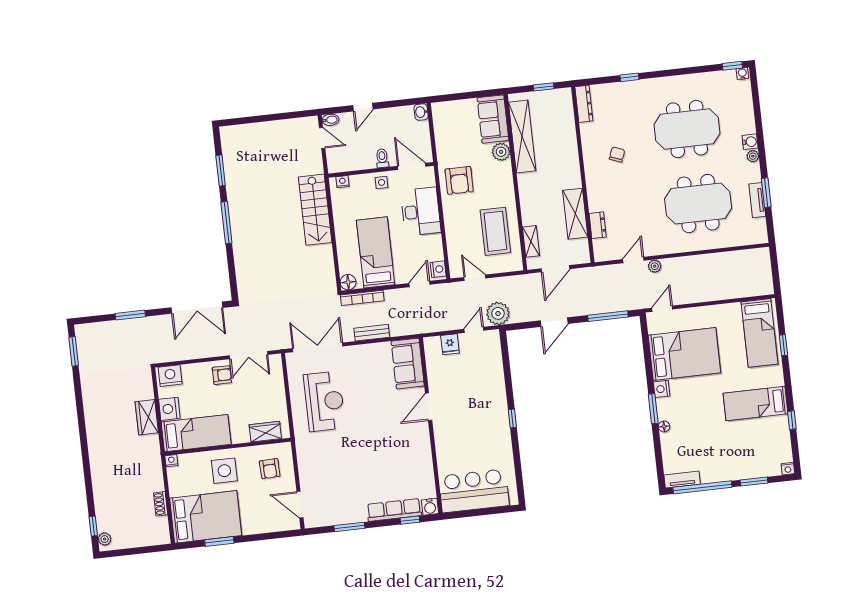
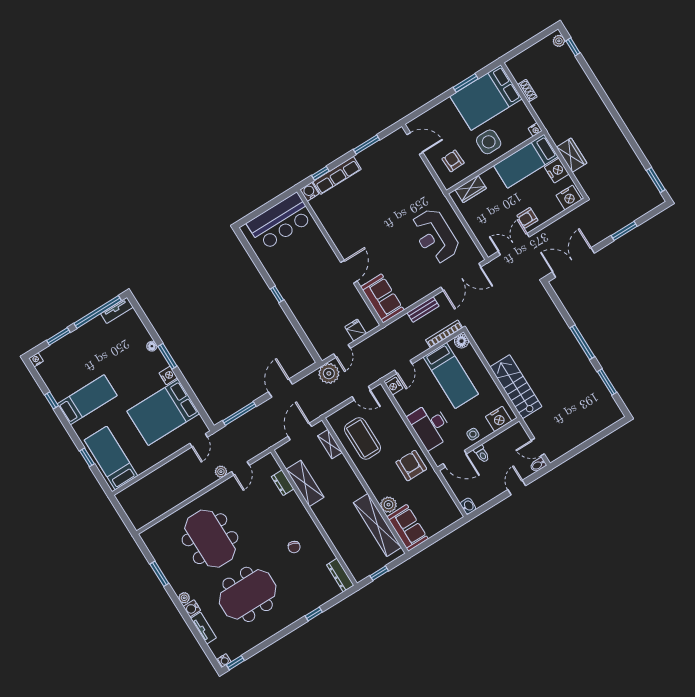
nightstand: (342, 182) -> (498, 419), width x1.89, depth x1.79
tv unit: (757, 200) -> (203, 628), moved
meeting table: (698, 204) -> (210, 539), turned 90

